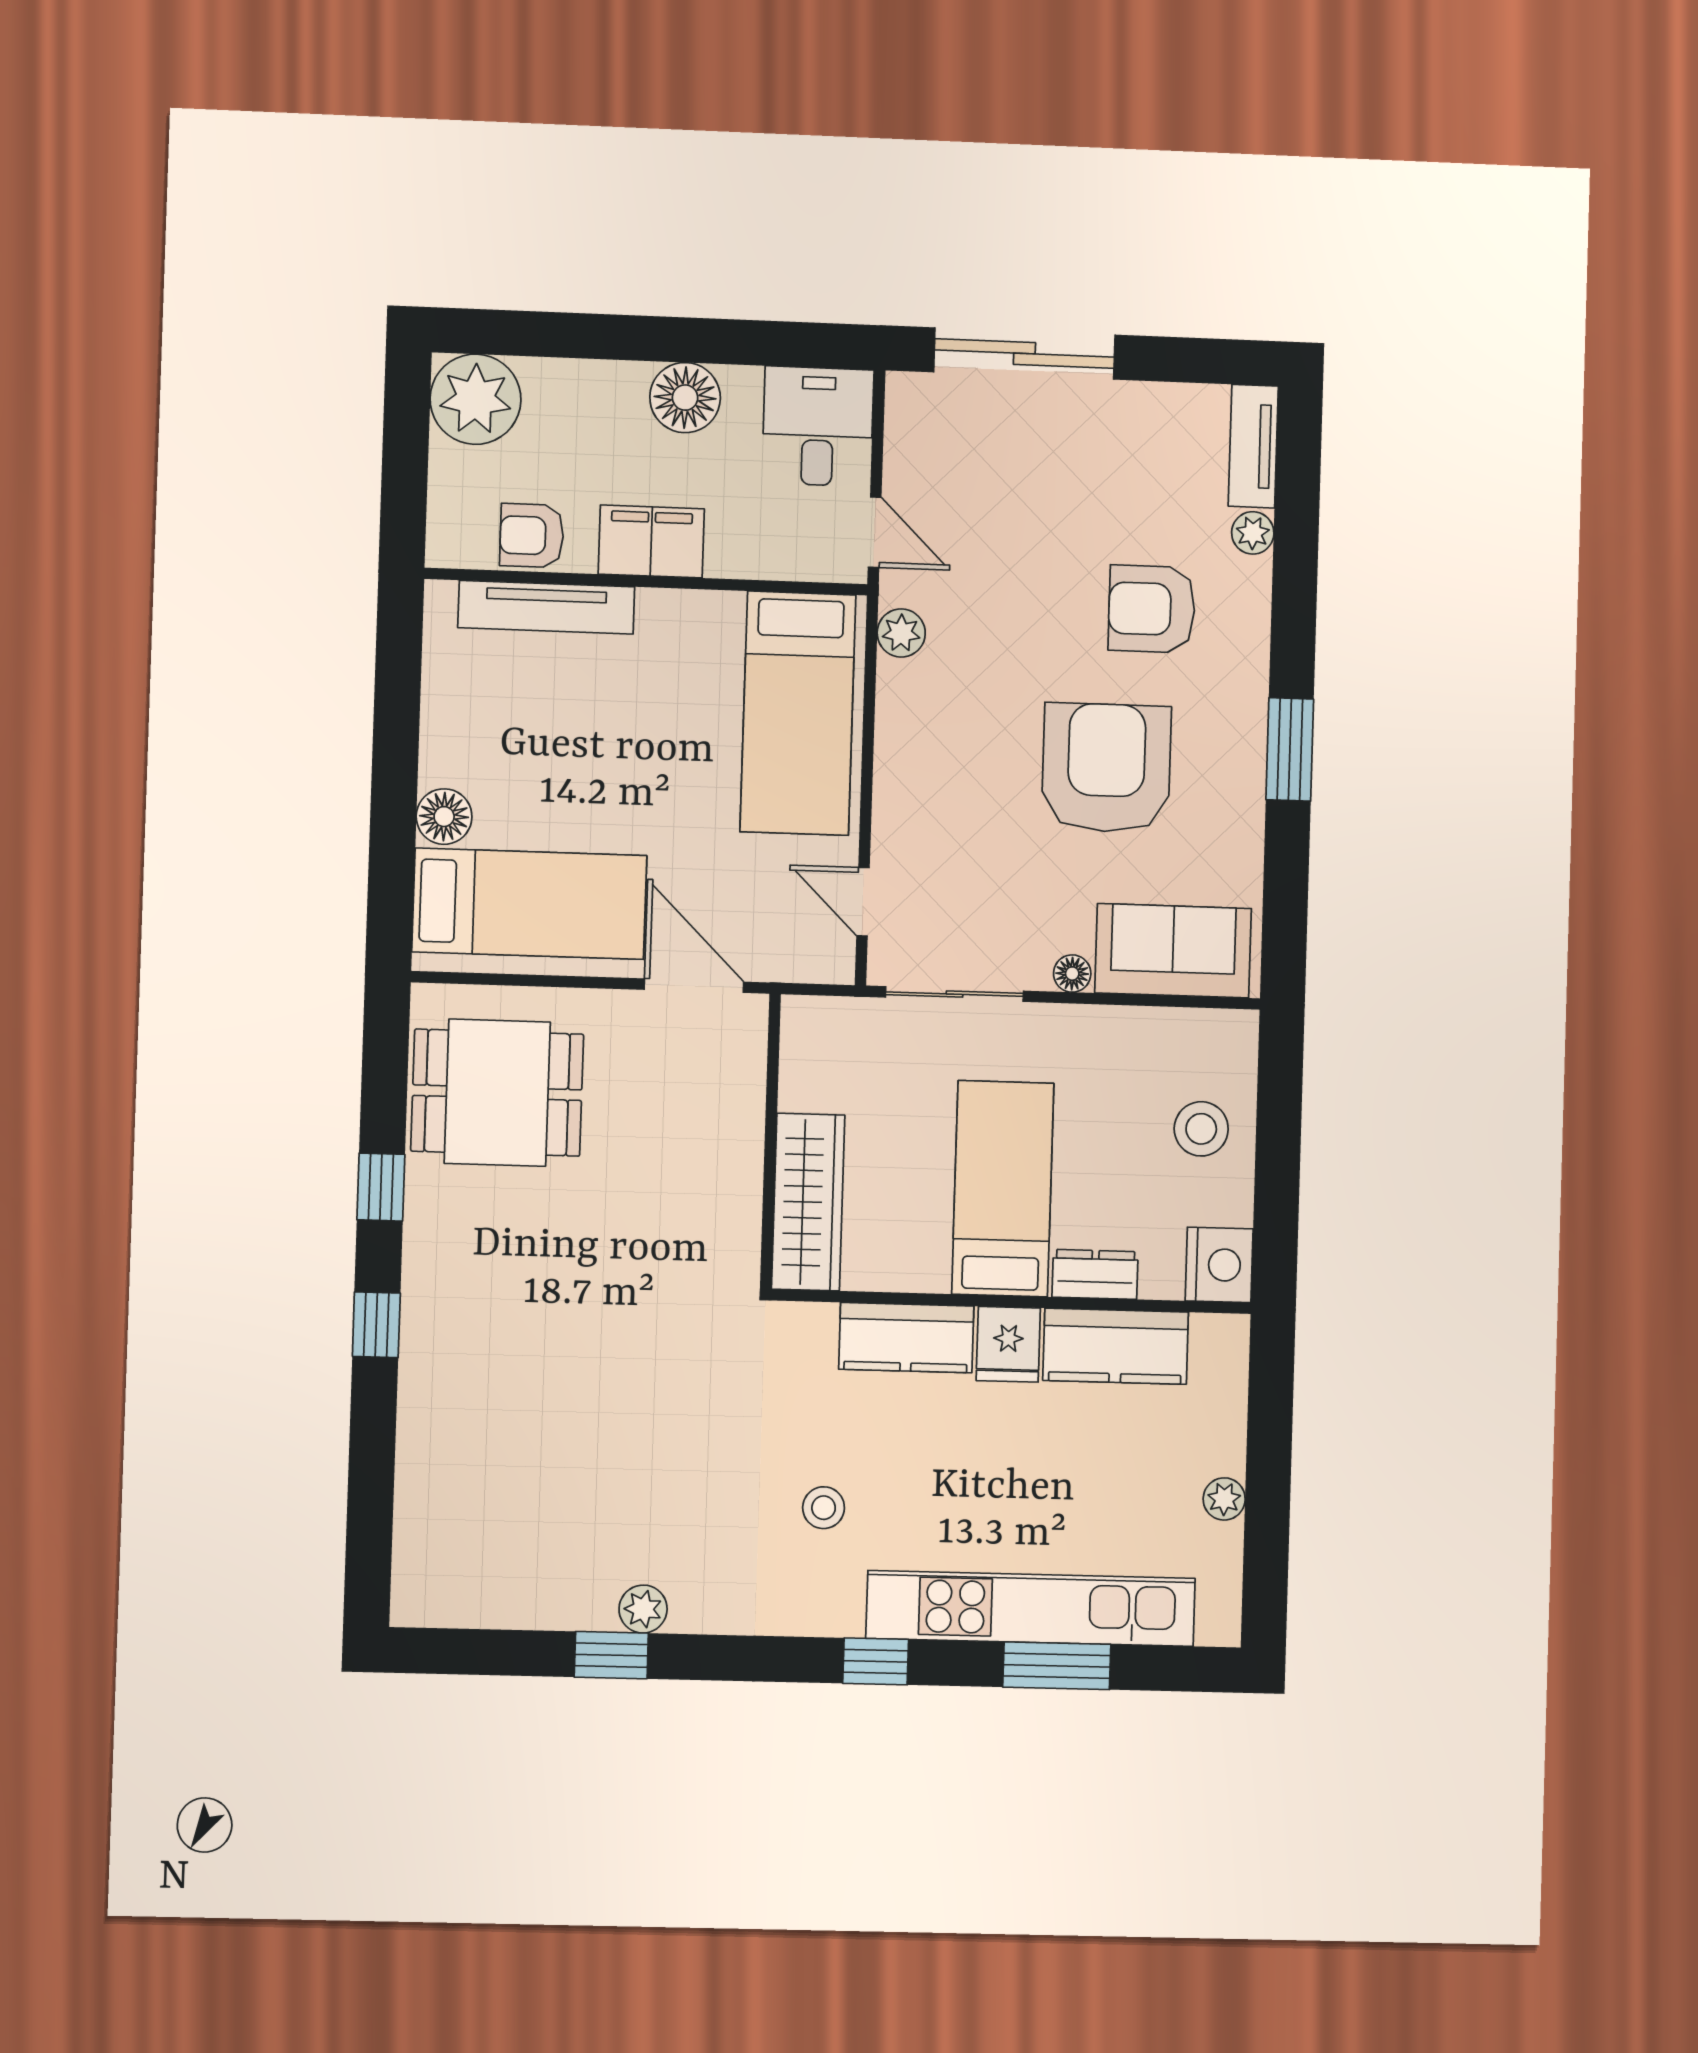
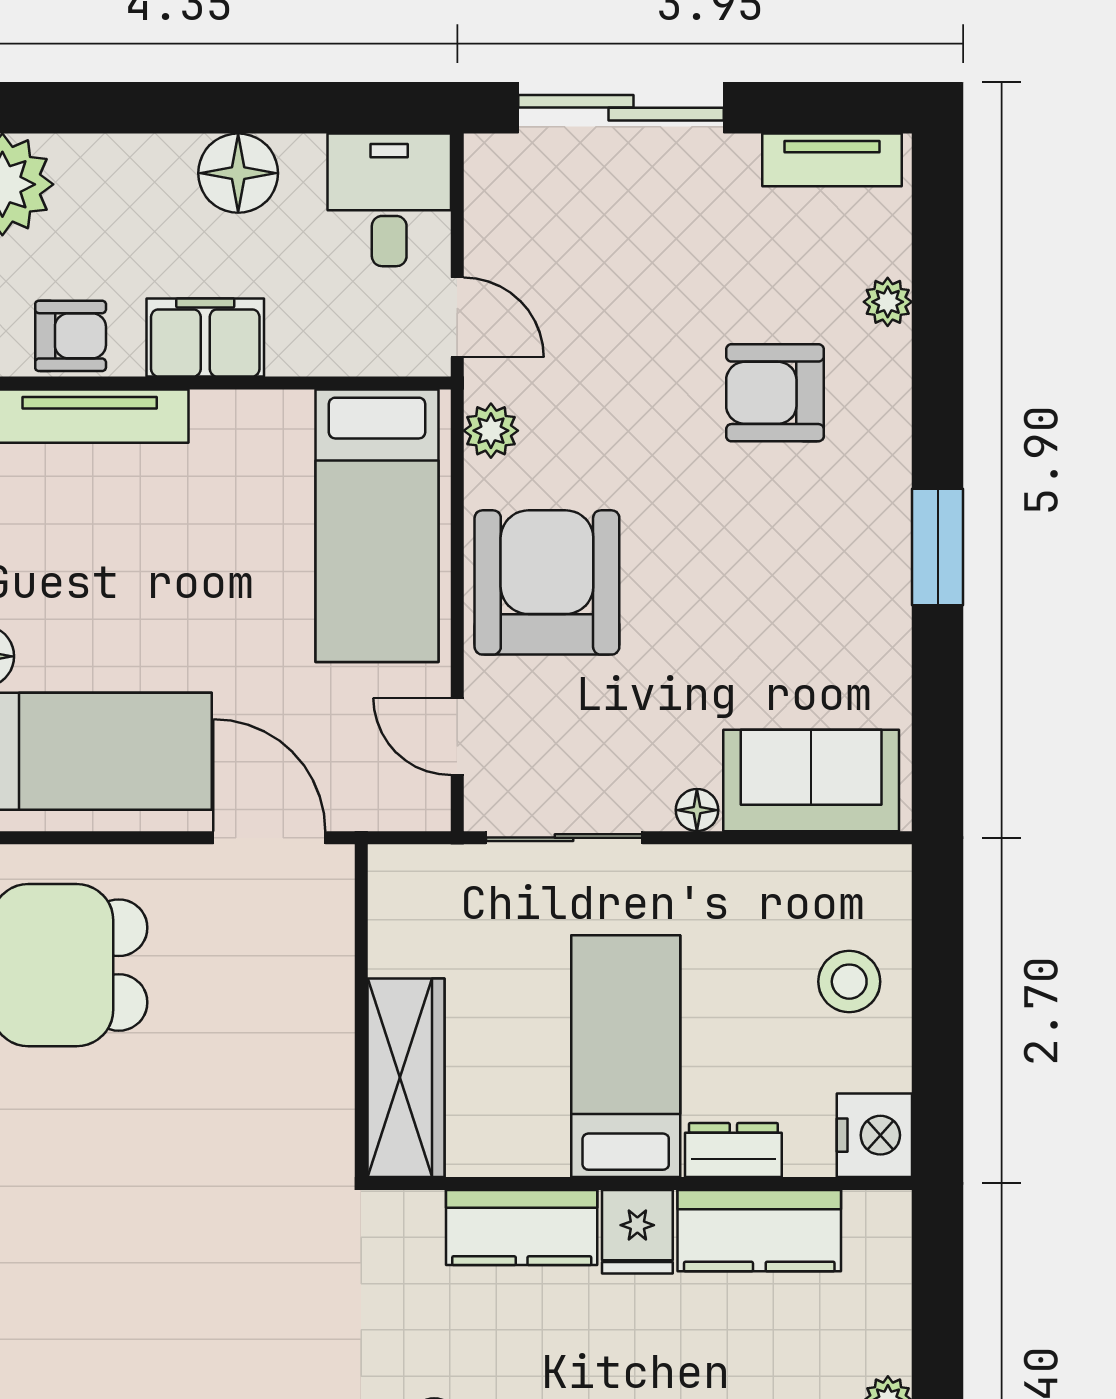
tv unit: (1253, 446) -> (832, 160), moved, turned -90
armchair: (532, 536) -> (71, 336), turned 180
armchair: (1106, 768) -> (547, 582), moved

